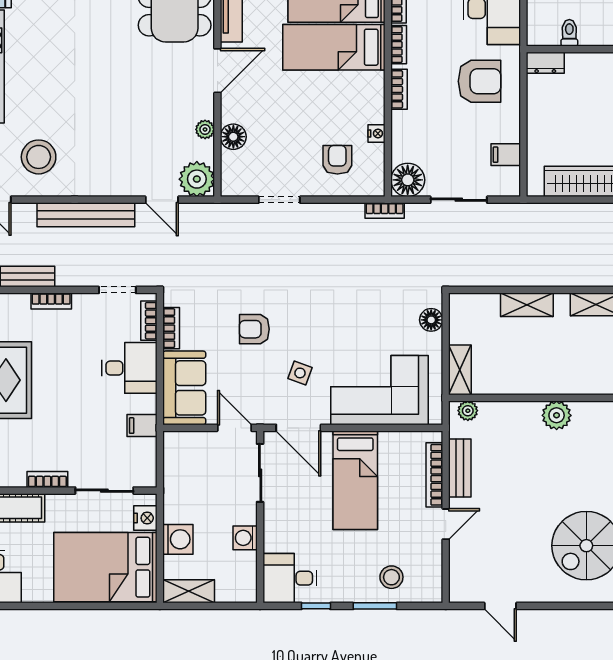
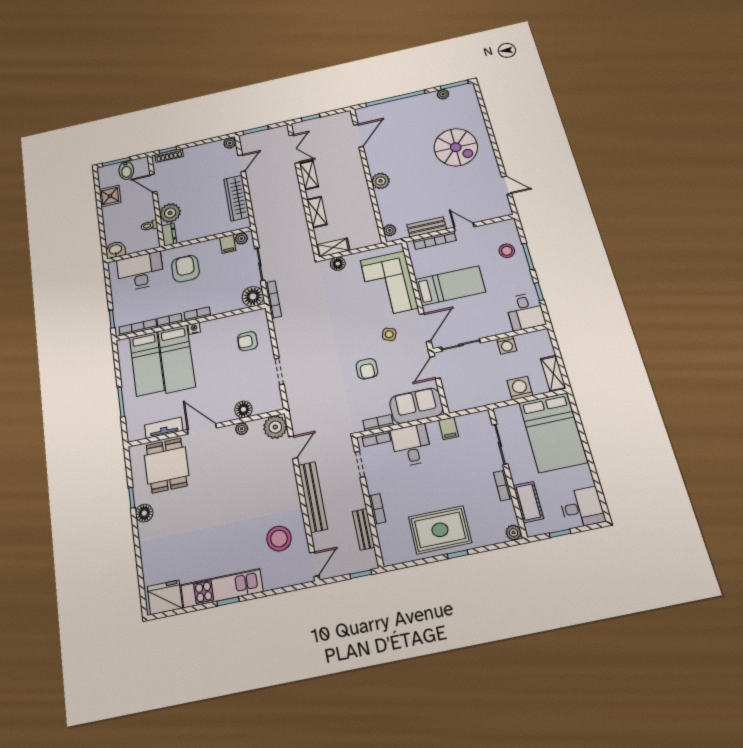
plant: (584, 70) -> (170, 213), added
nightstand: (377, 133) -> (194, 328), moved
plant: (510, 178) -> (241, 239), added
bookcase: (385, 210) -> (273, 299), width x1.56
shelving: (460, 370) -> (333, 248), moved
nightstand: (145, 518) -> (511, 413), removed
door: (500, 606) -> (507, 185), hinge flipped

